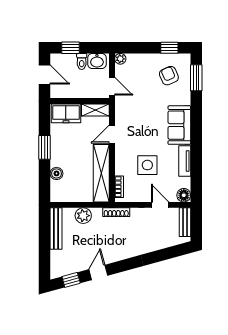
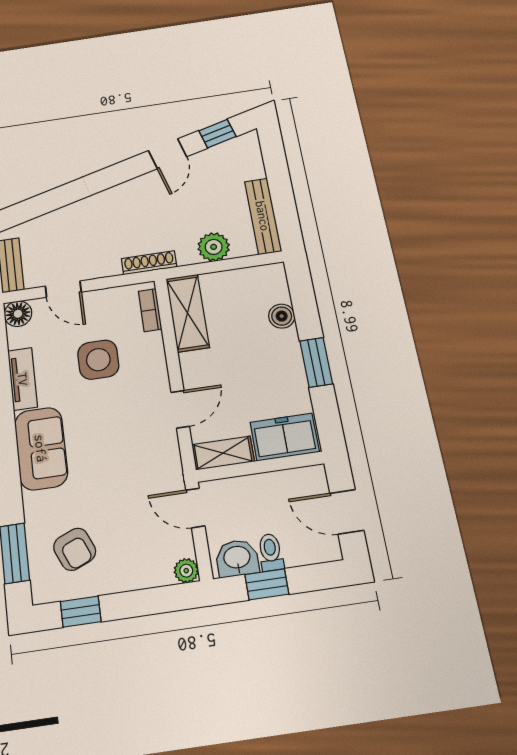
window: (71, 48) -> (267, 584), moved
shelving: (101, 173) -> (187, 313), width x0.68

